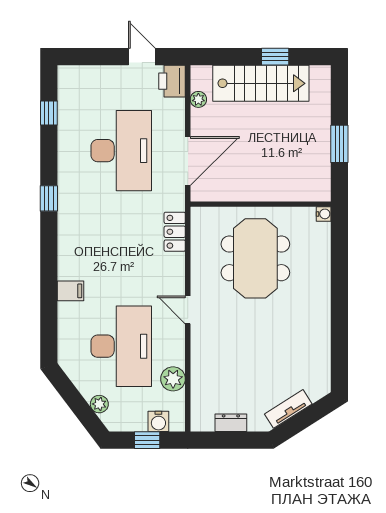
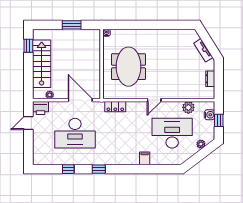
window: (275, 57) -> (28, 46), moved
window: (49, 113) -> (68, 169), moved
desk: (121, 151) -> (75, 133), turned 180
meeting table: (255, 258) -> (129, 67), turned 90

